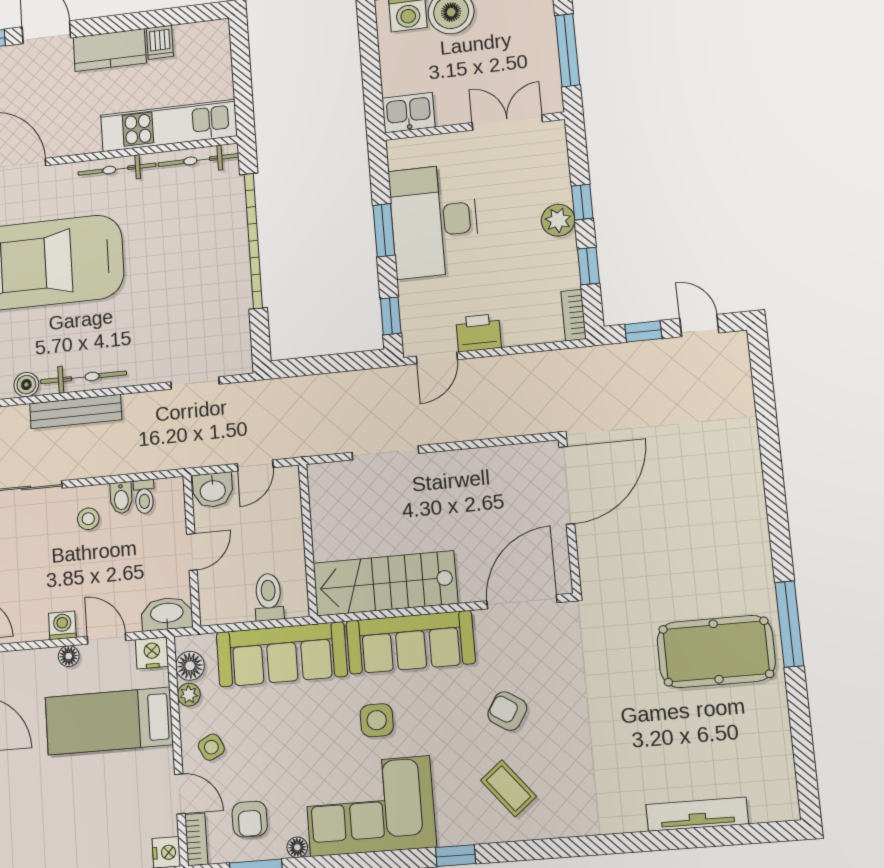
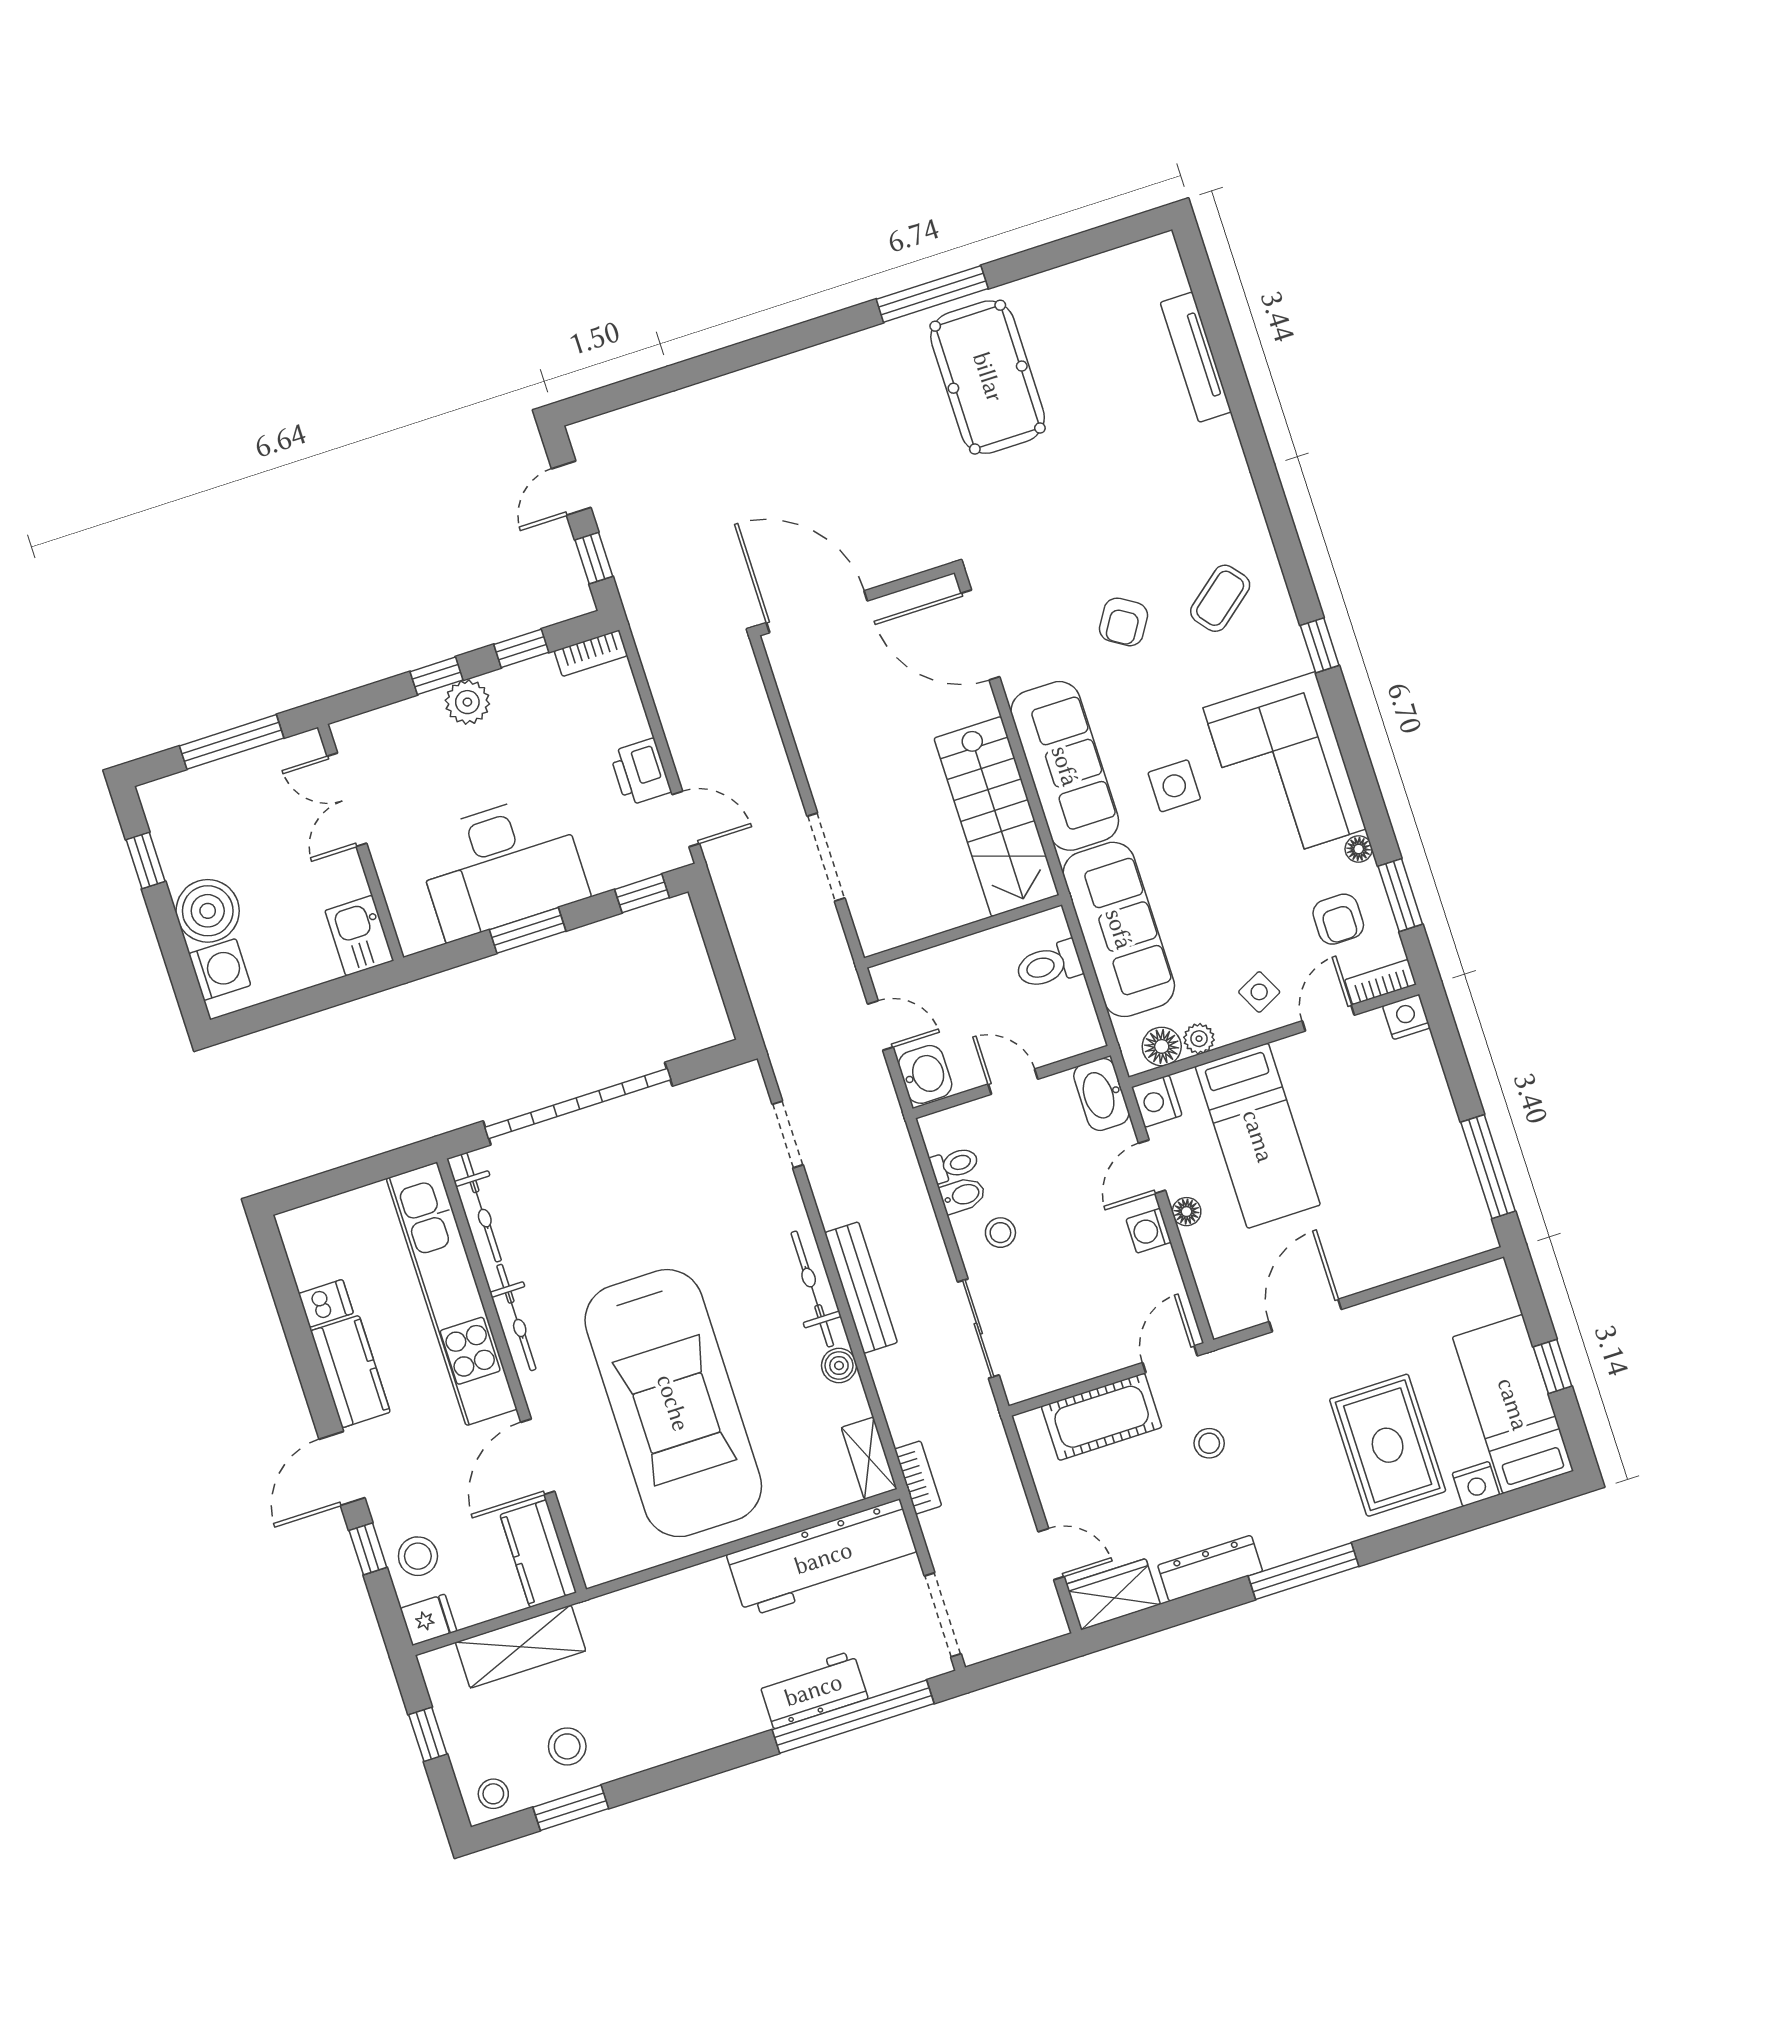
kitchen unit: (169, 126) -> (452, 1294), width x1.36
armchair: (250, 819) -> (1338, 919), turned 90

